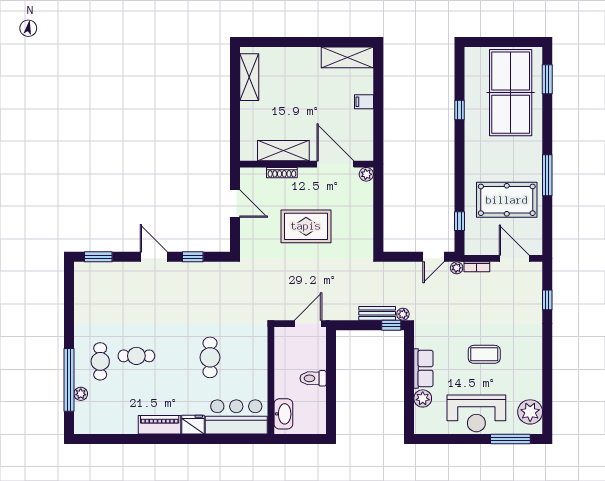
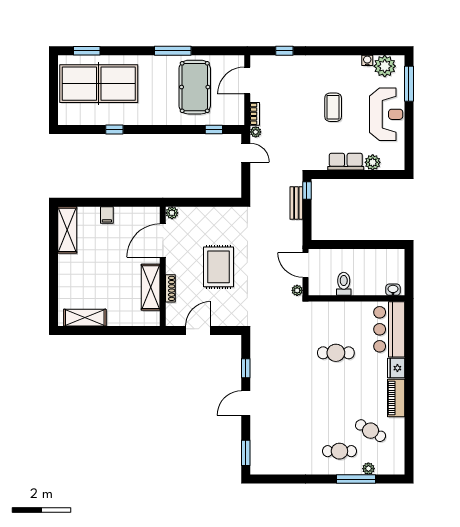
plant: (403, 314) -> (297, 290), moved
cafe table: (136, 356) -> (371, 431), moved, turned -60
toilet: (313, 378) -> (344, 284), moved, turned 180
window: (69, 380) -> (356, 479), width x0.68
water cooler: (537, 392) -> (367, 60), added
washbasin: (283, 414) -> (393, 290), width x0.52, depth x0.69

